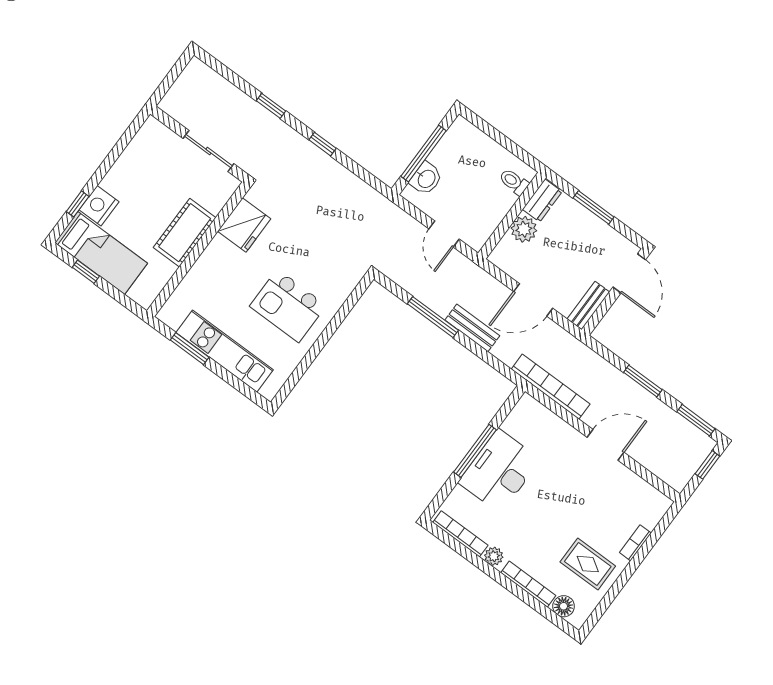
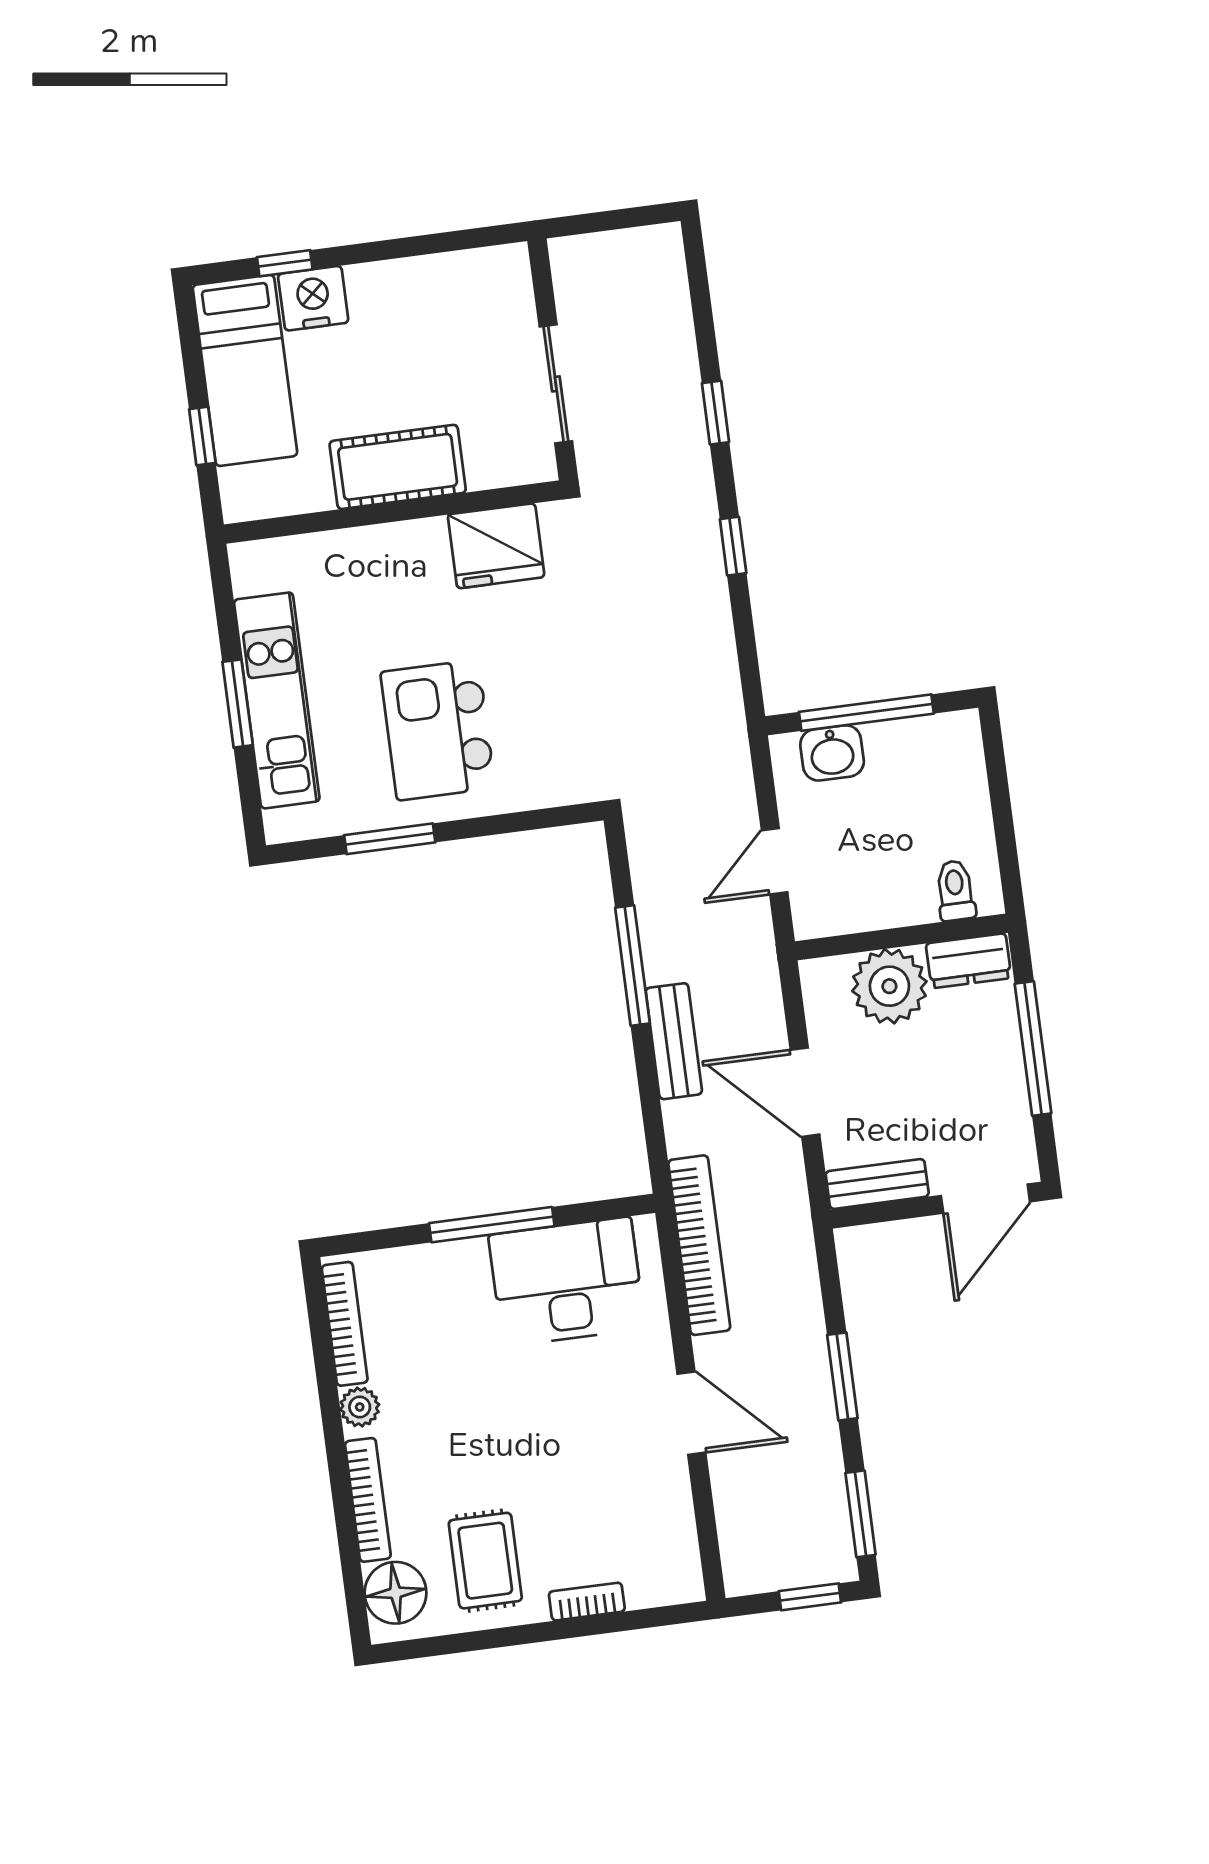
window: (594, 207) -> (1033, 1049), width x1.44
plant: (524, 229) -> (889, 986), width x1.36, depth x1.36
window: (86, 272) -> (202, 436), moved
window: (190, 349) -> (238, 704), moved
window: (309, 358) -> (390, 839), added
desk: (499, 471) -> (567, 1282), moved
floor lamp: (564, 606) -> (396, 1593), width x1.38, depth x1.38

